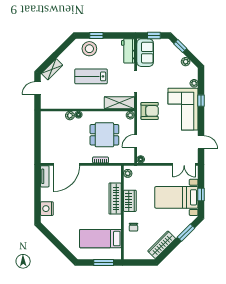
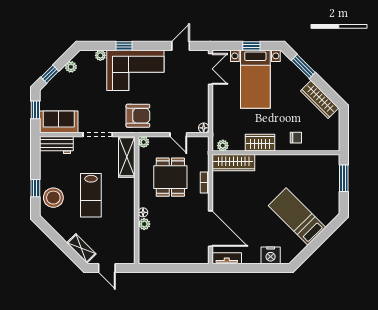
armchair: (150, 111) -> (138, 116), turned 90
wardrobe: (115, 199) -> (233, 163), moved
bed: (100, 239) -> (297, 216), moved, turned 135

